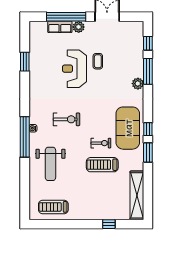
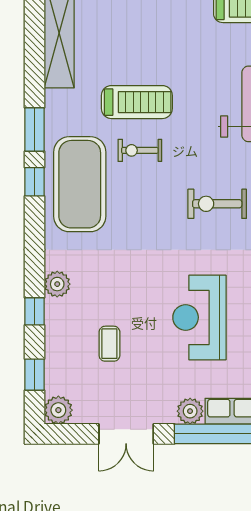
plant: (137, 27) -> (58, 410), added
coffee table: (98, 61) -> (109, 344), moved
reception desk: (74, 69) -> (199, 317), turned 180
window: (148, 71) -> (35, 311), width x0.46

